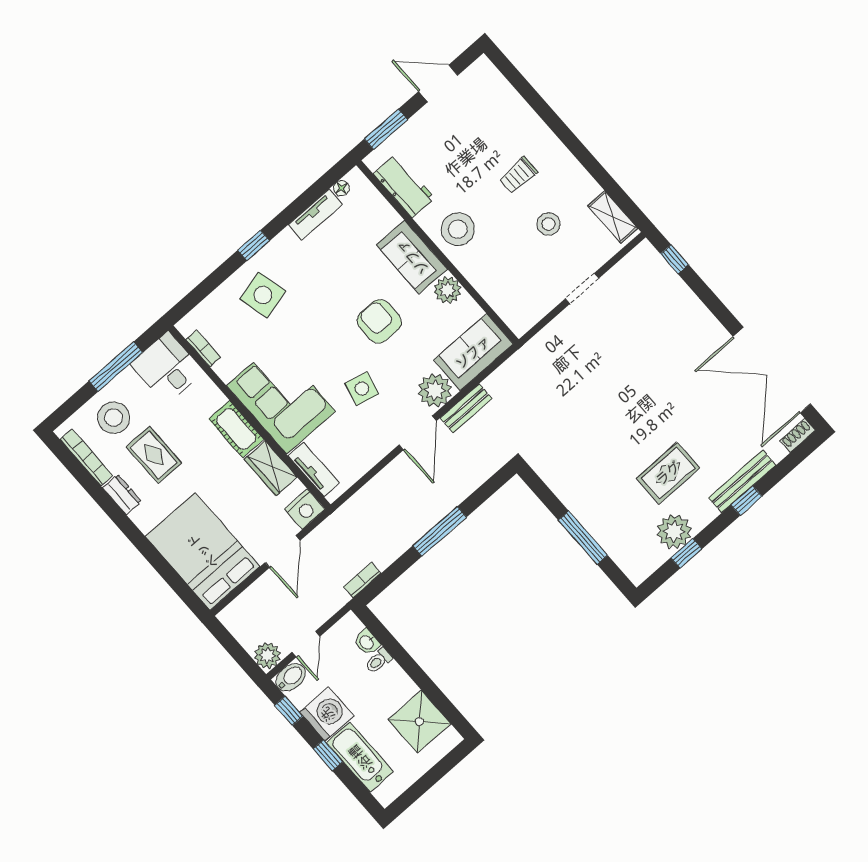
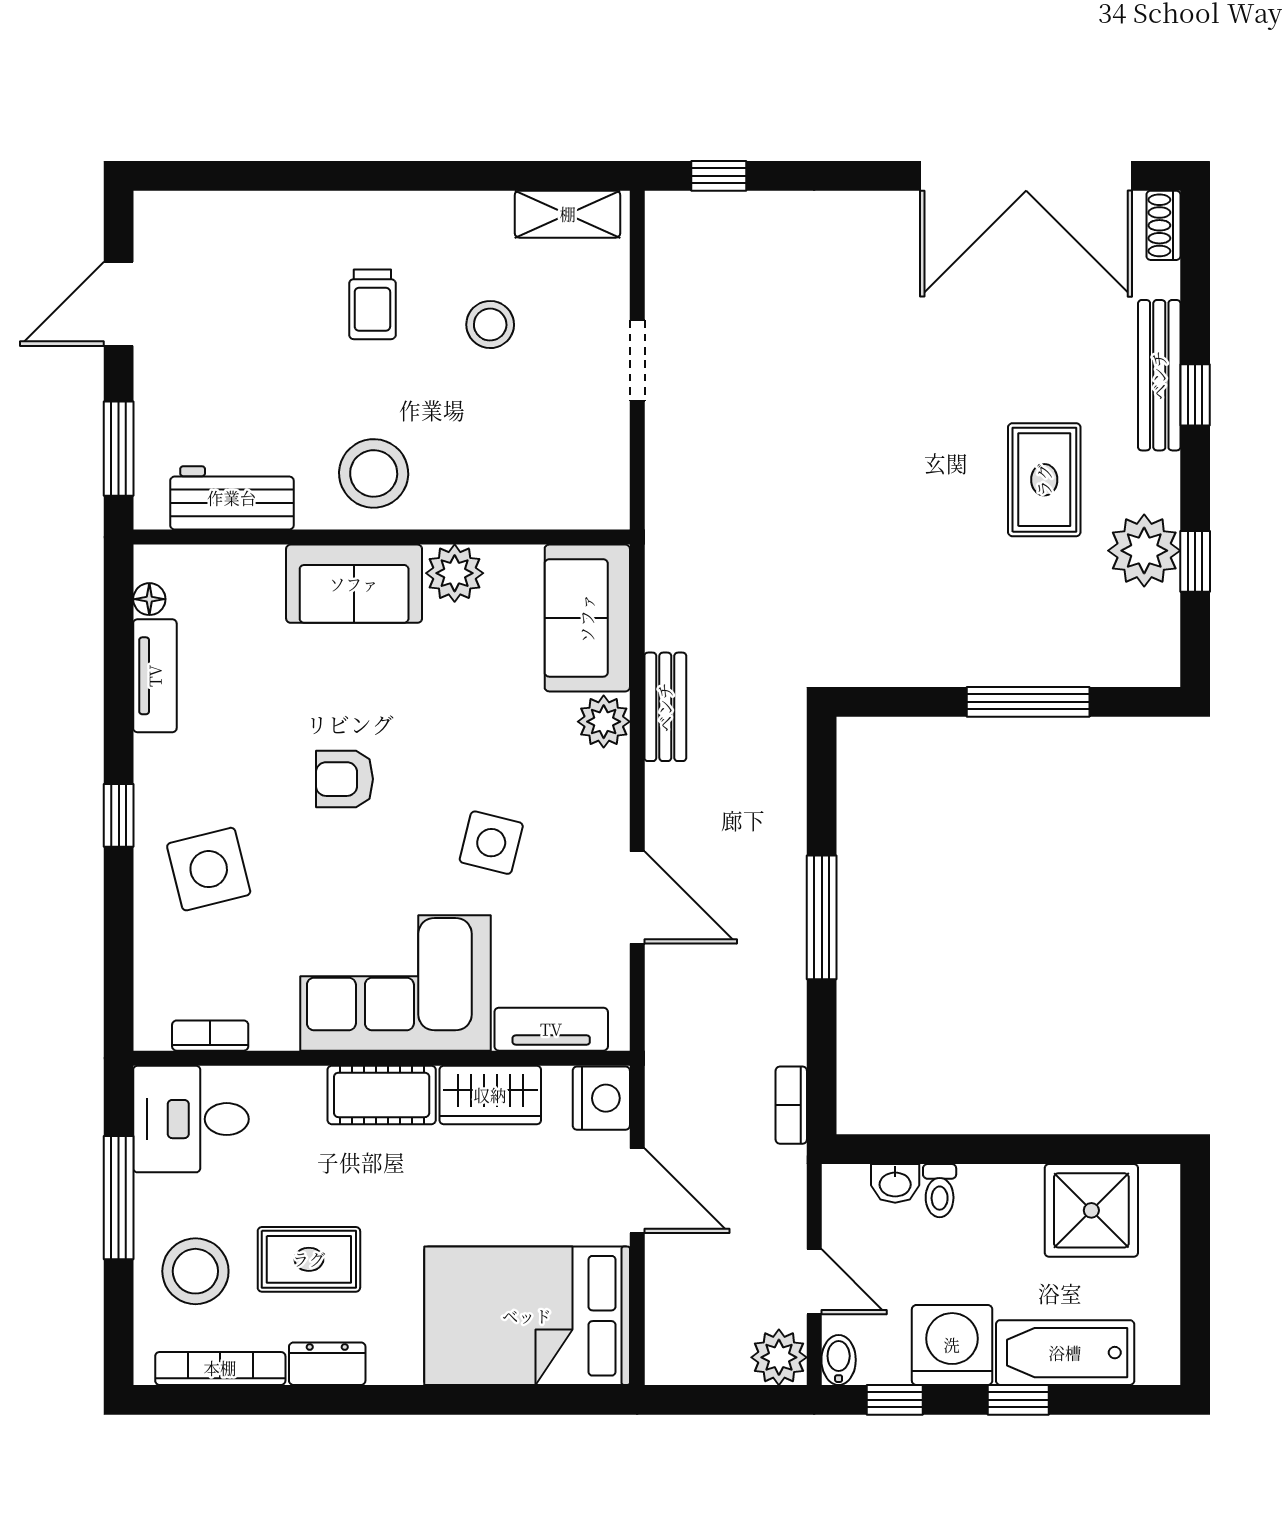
armchair: (379, 321) -> (344, 779), moved, width x0.72, depth x0.72
plant: (435, 390) -> (604, 722), width x0.73, depth x0.73
door: (418, 433) -> (637, 898), moved
bidet: (291, 677) -> (839, 1360), width x0.72, depth x0.74

